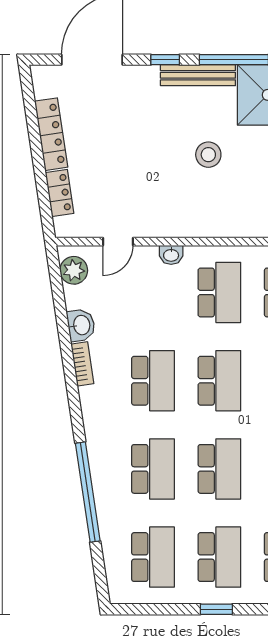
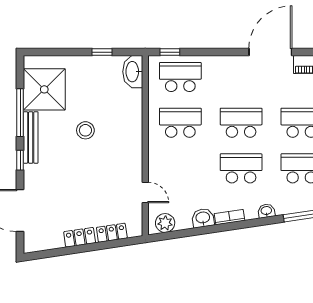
locker: (51, 134) -> (80, 237), width x0.66
washbasin: (171, 255) -> (266, 211), moved, turned -98

